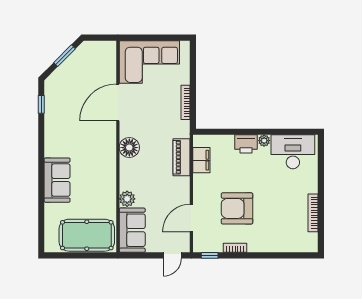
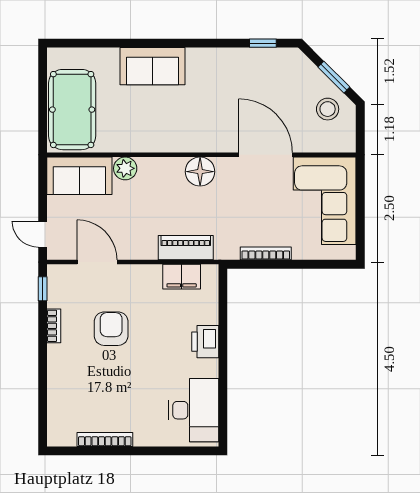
stool: (86, 60) -> (328, 109), added
plant: (264, 141) -> (210, 368), removed
armchair: (237, 208) -> (111, 329), width x0.73, depth x0.73

